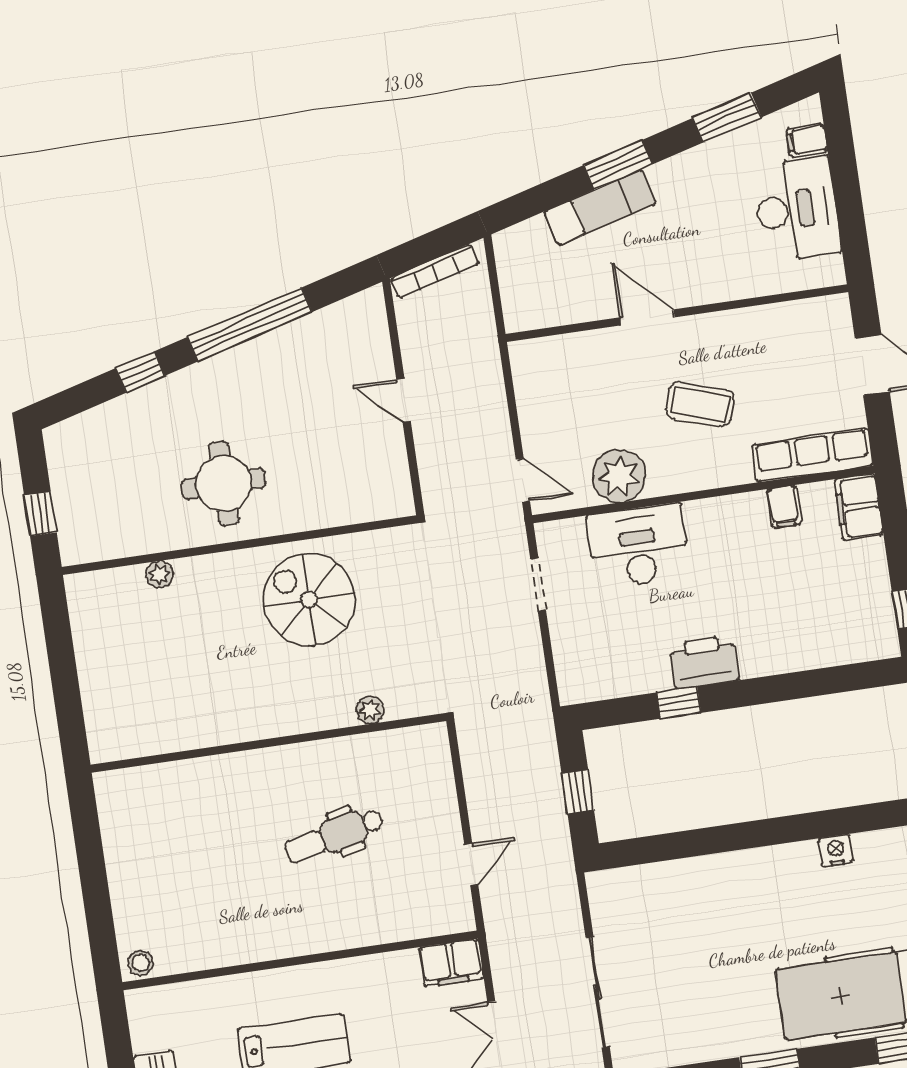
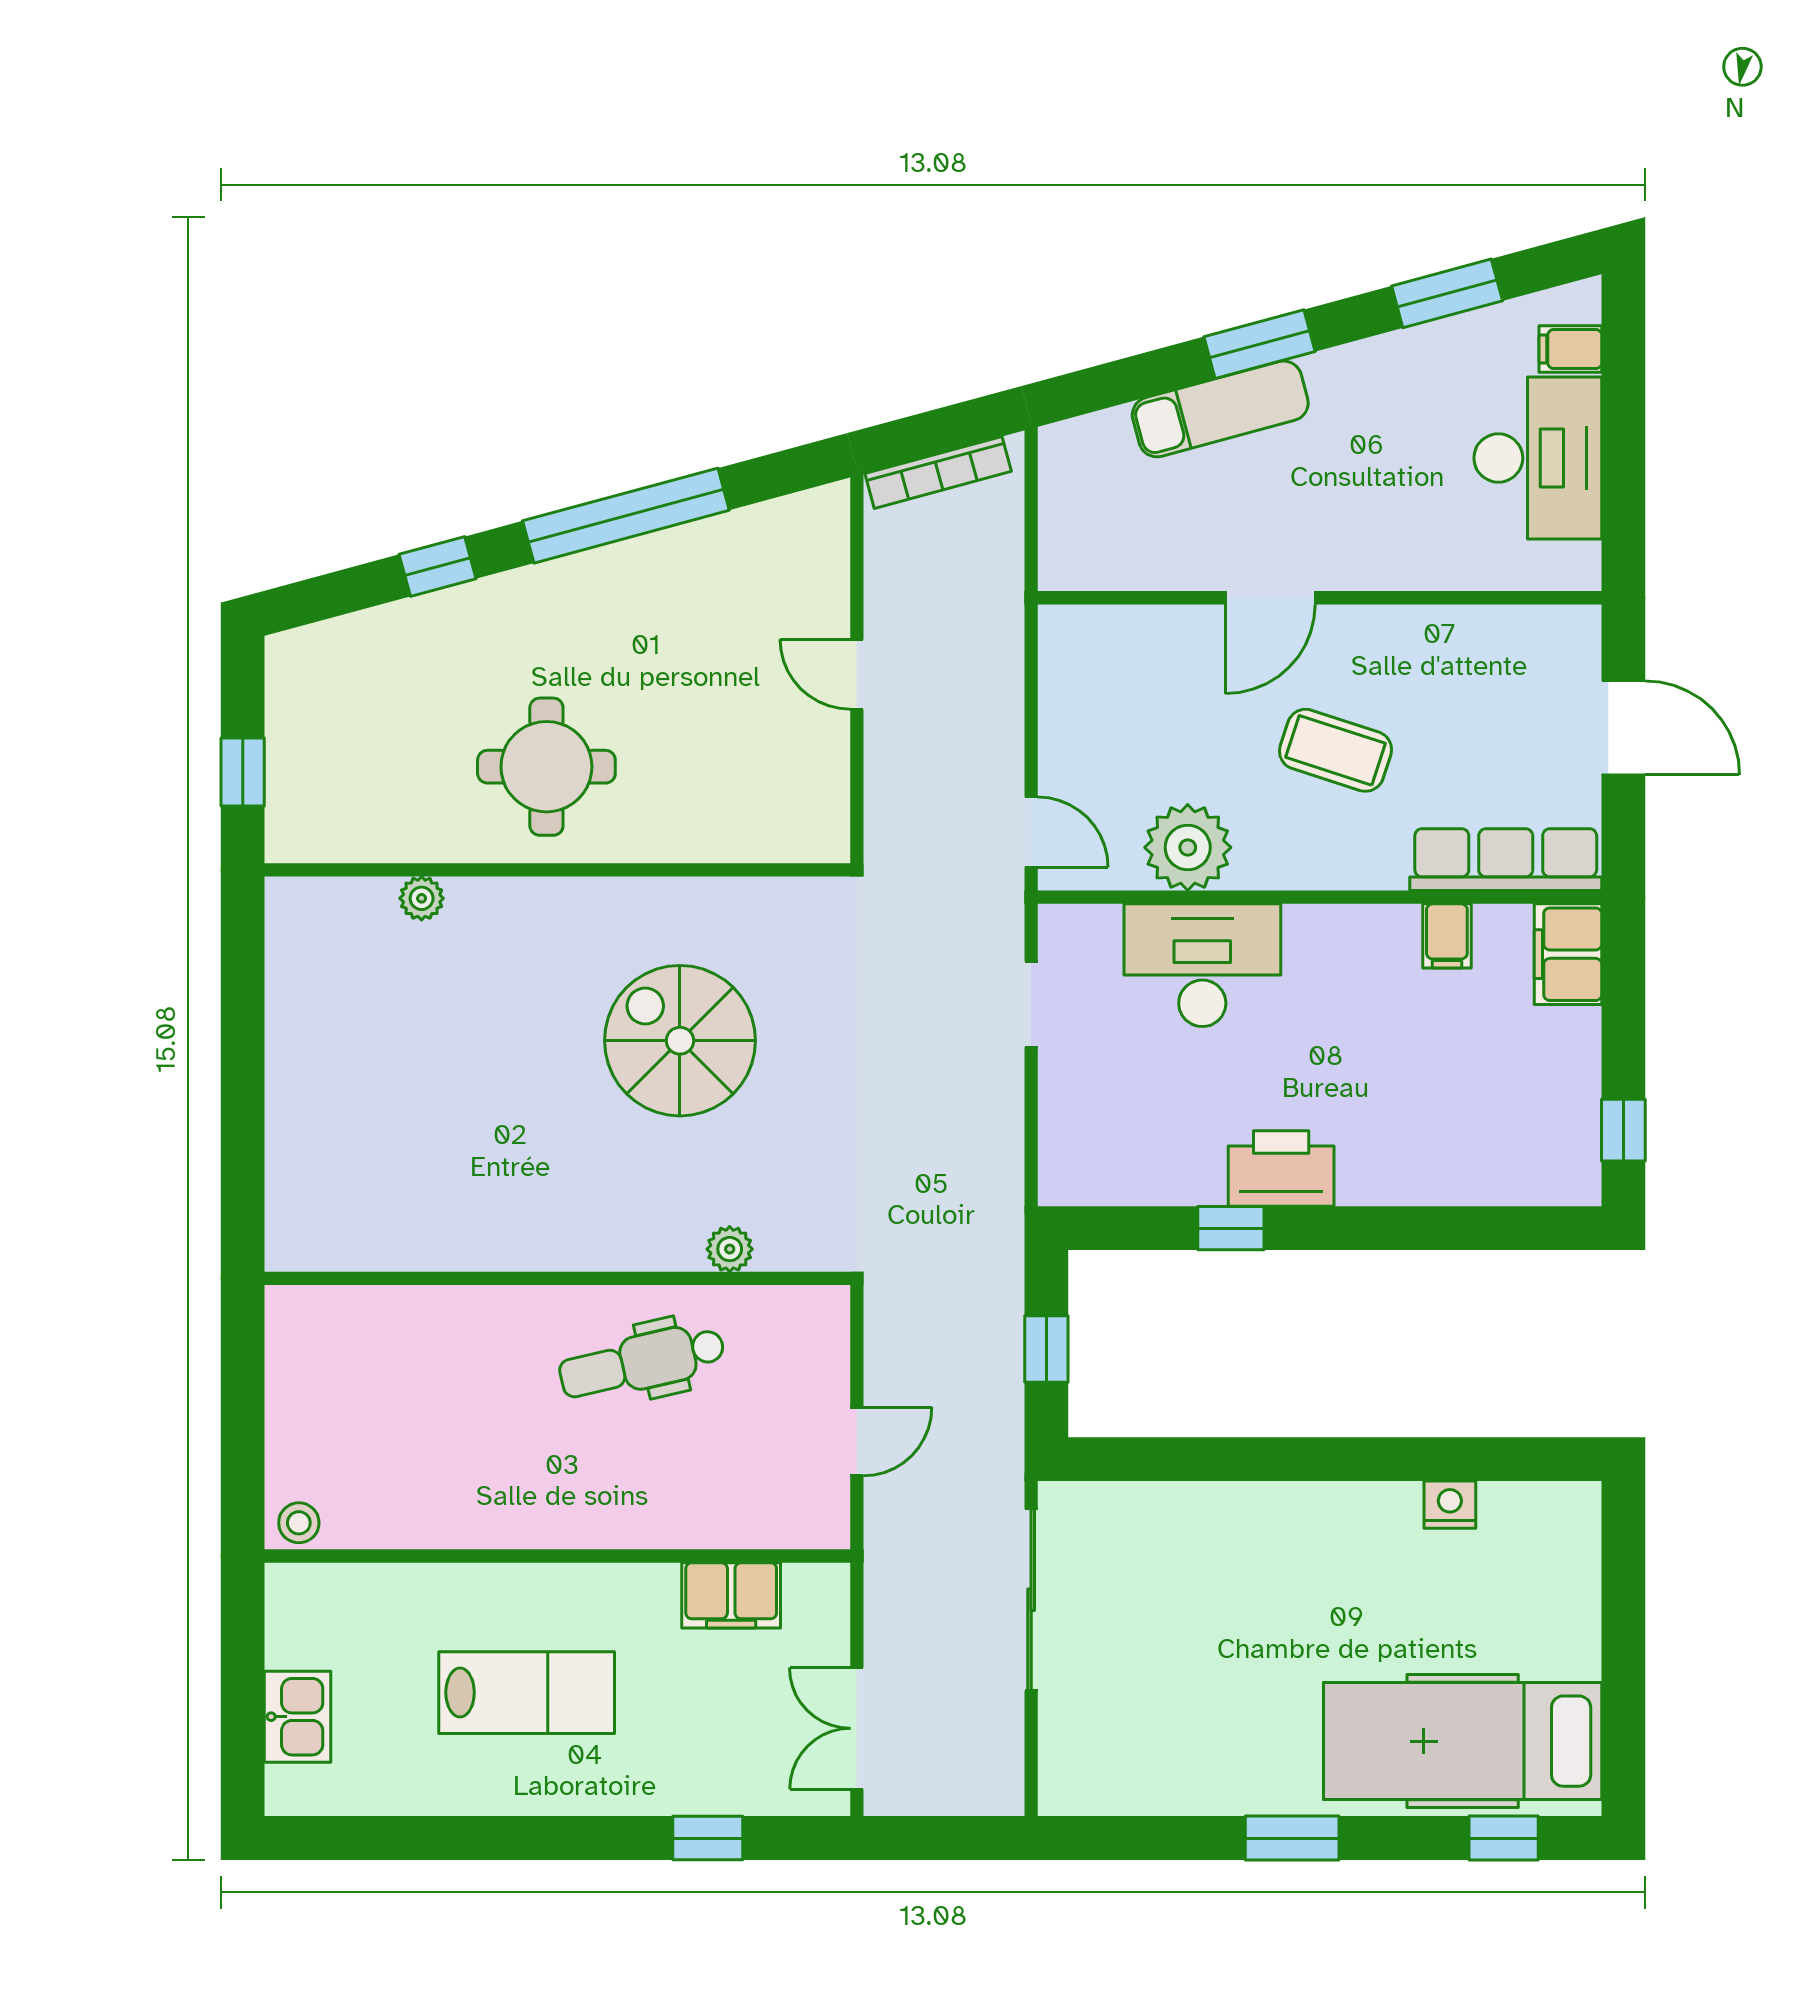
door: (647, 317) -> (1270, 598), swing flipped
spiral stairs: (309, 600) -> (680, 1041), moved
plant: (370, 710) -> (730, 1249), moved
wall: (268, 743) -> (557, 1278), moved
filing cabinet: (451, 963) -> (731, 1595), moved
sliding door: (598, 992) -> (1031, 1600), moved

